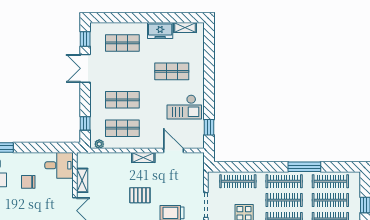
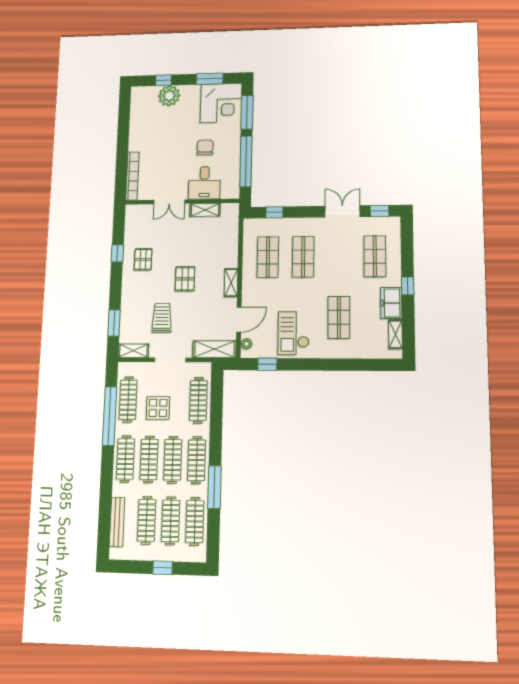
window: (147, 18) -> (408, 286), added
plant: (99, 144) -> (246, 344), moved
window: (41, 148) -> (246, 161), added
desk: (59, 165) -> (204, 183), moved
shelving: (197, 170) -> (215, 349), added

